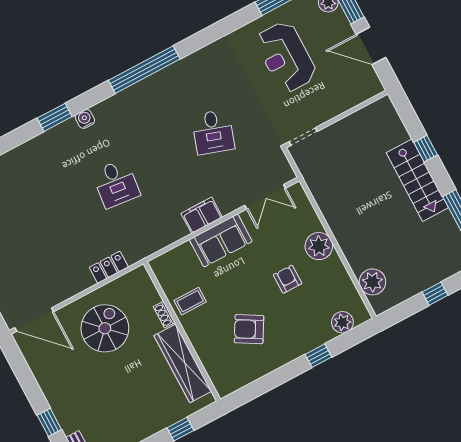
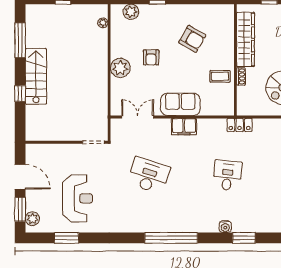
desk: (213, 132) -> (149, 175), width x1.37
locker: (109, 267) -> (240, 125), moved
plant: (372, 282) -> (103, 23), width x0.53, depth x0.53

